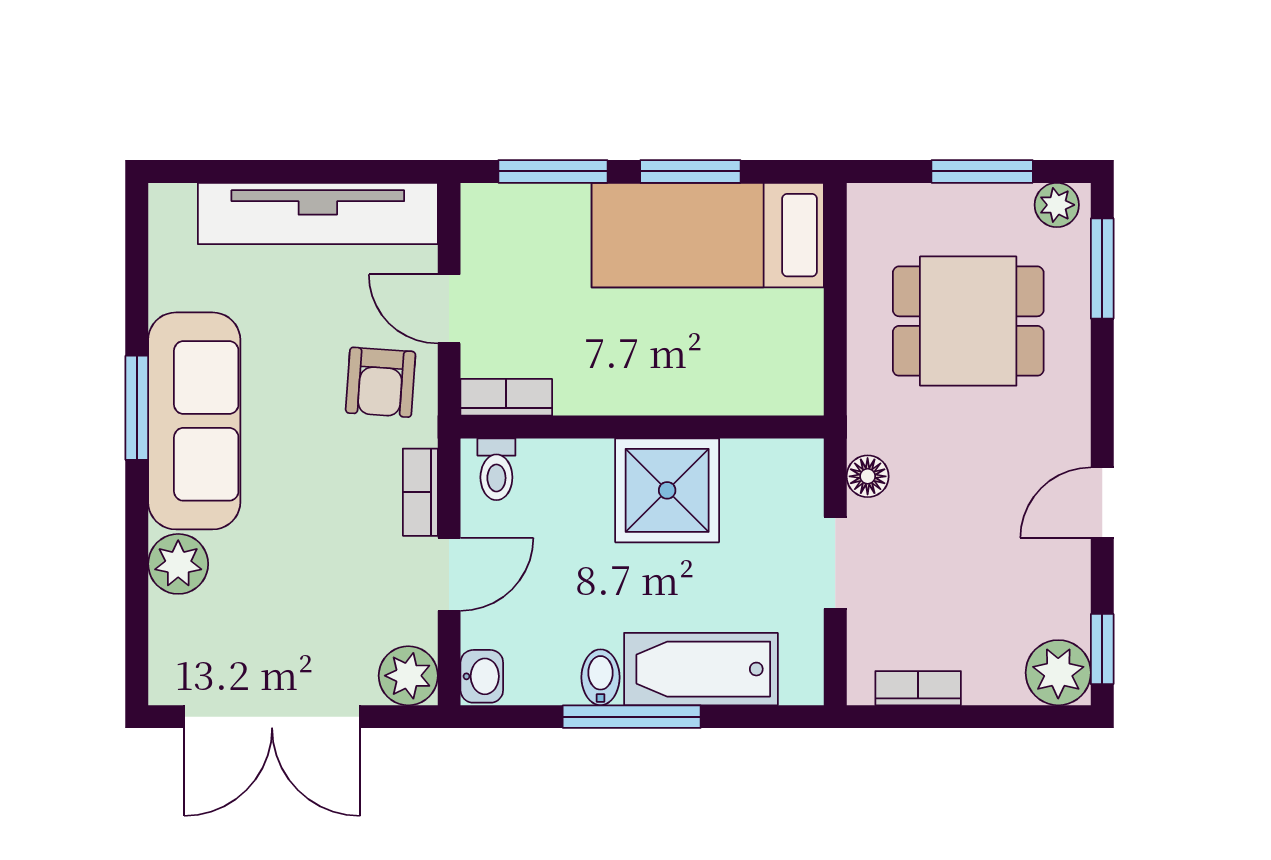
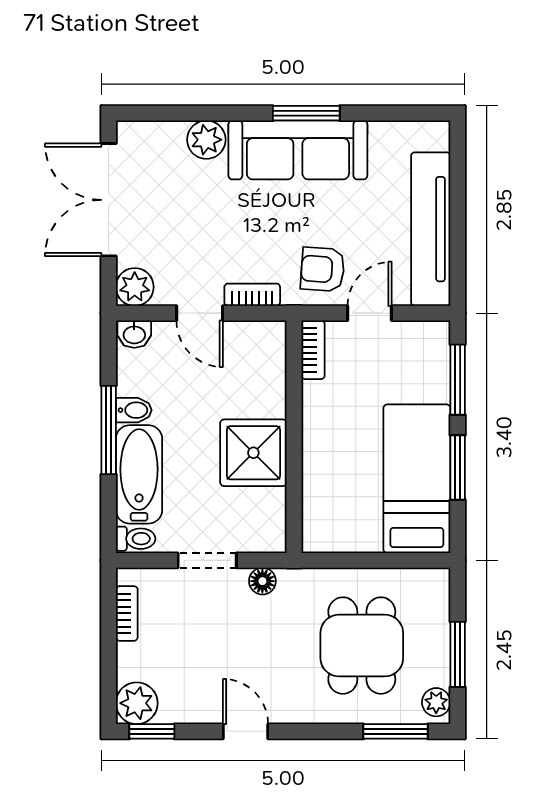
toilet: (496, 469) -> (136, 539), moved, turned 180

